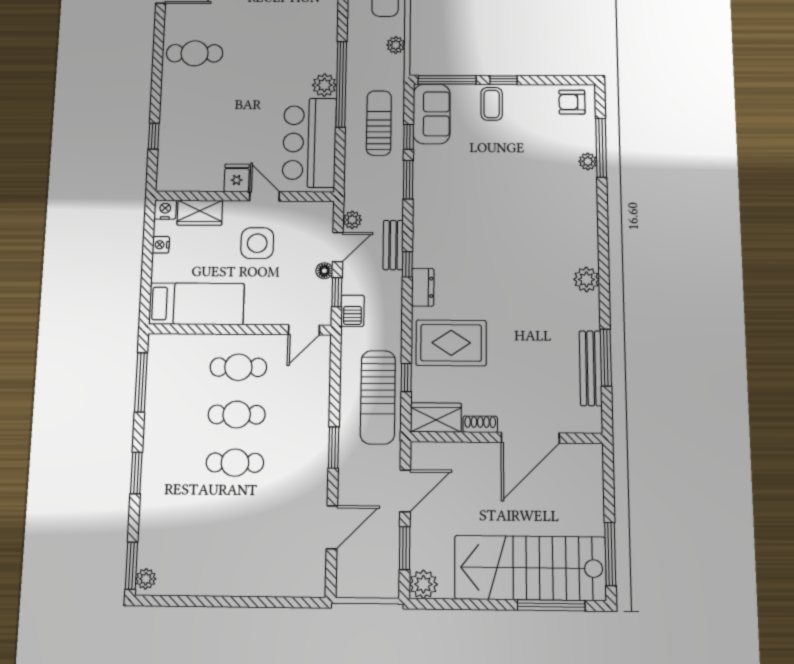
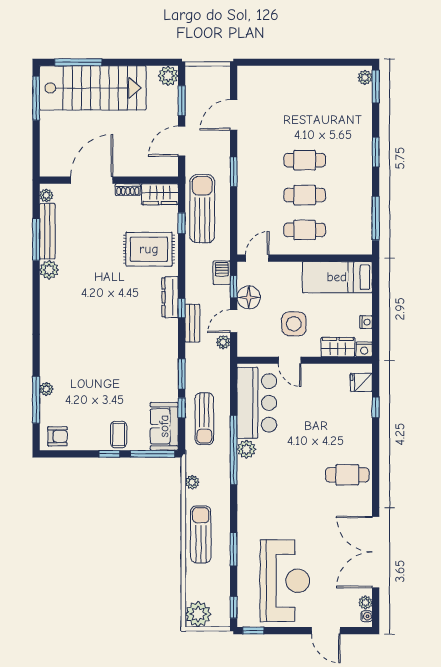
fridge: (237, 178) -> (361, 382), moved, turned 90
floor lamp: (324, 271) -> (249, 297), width x1.89, depth x1.89
plant: (586, 279) -> (49, 270), moved
dresser: (423, 287) -> (170, 297), width x1.44
plant: (593, 417) -> (46, 195), added

